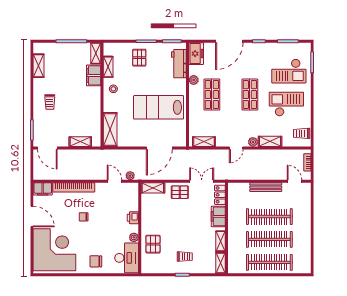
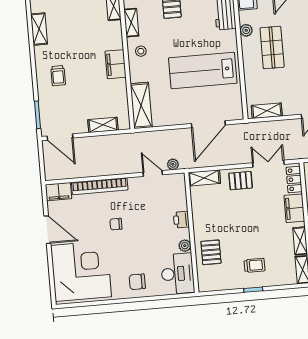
filing cabinet: (94, 75) -> (116, 64), moved

